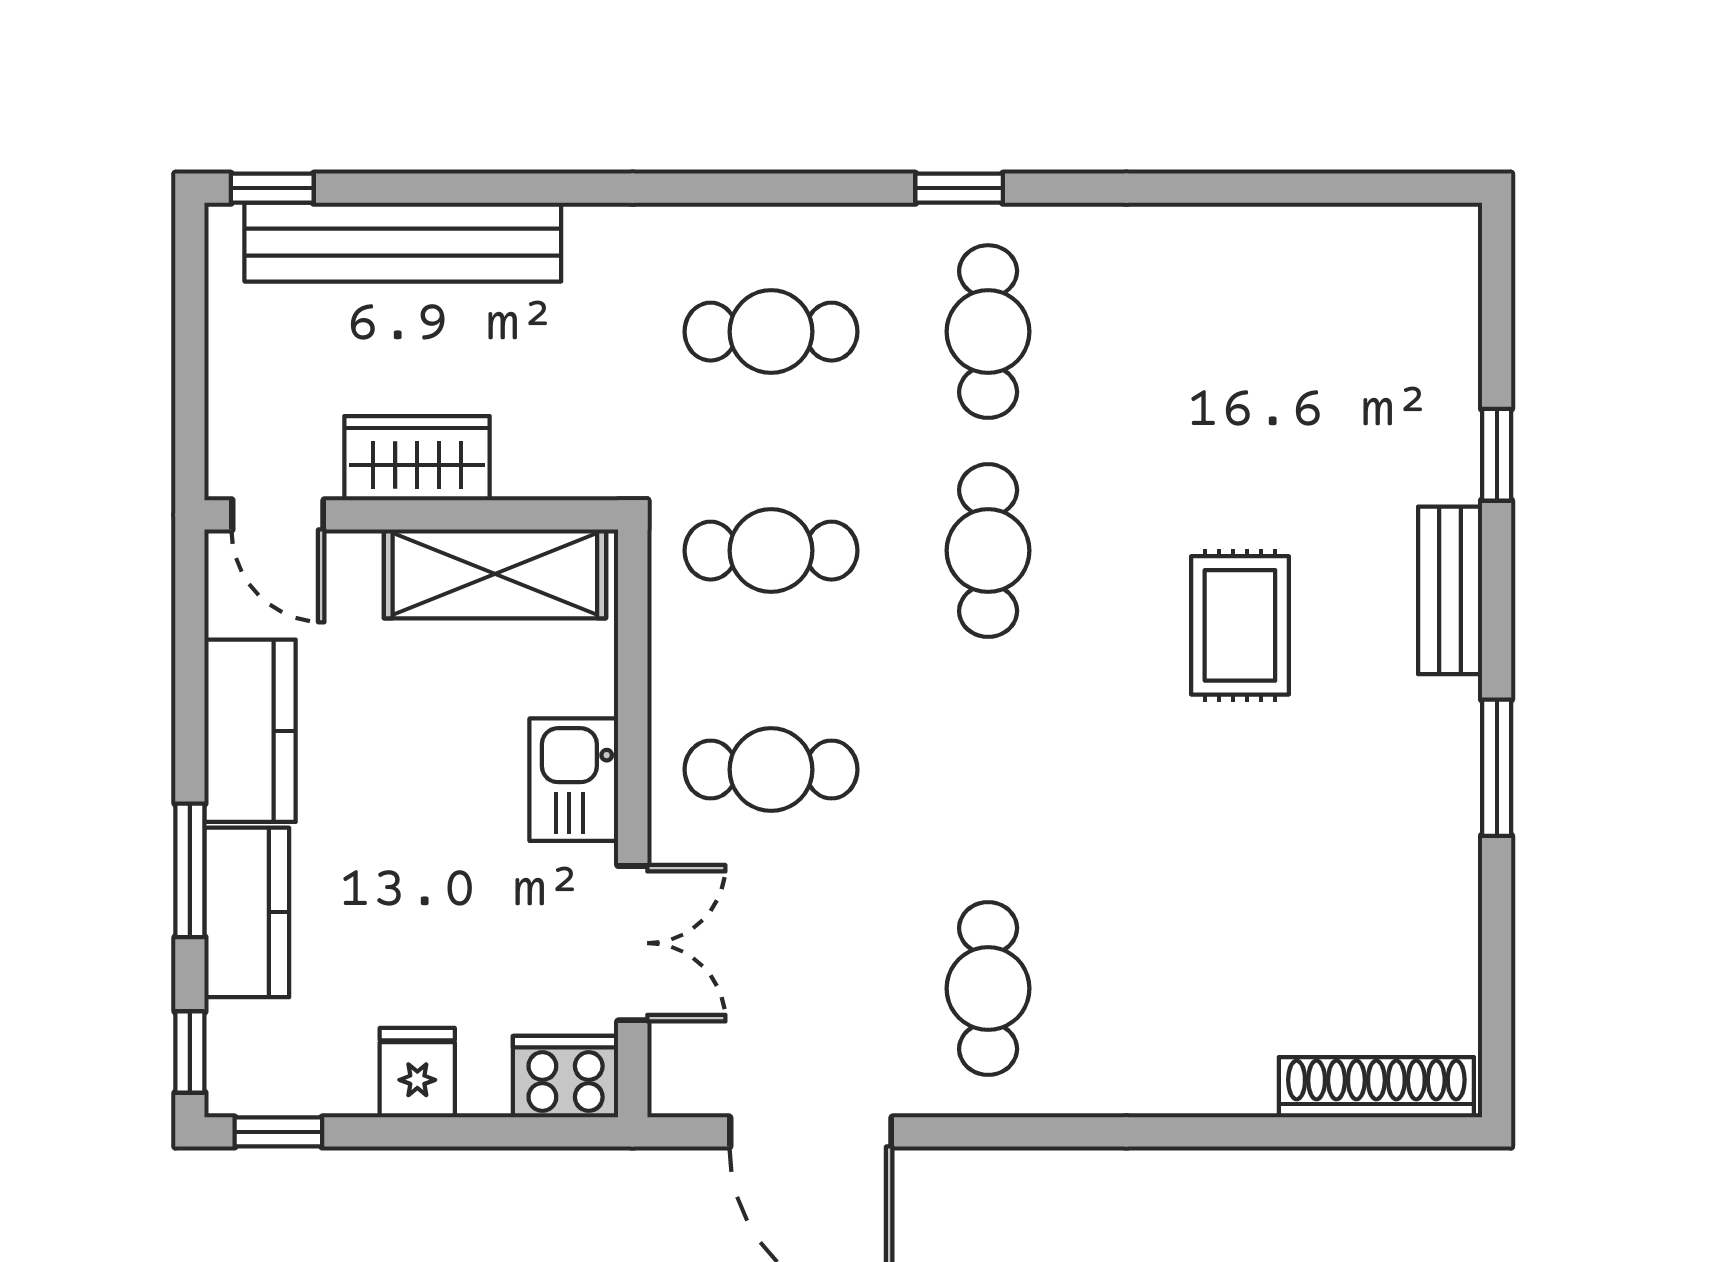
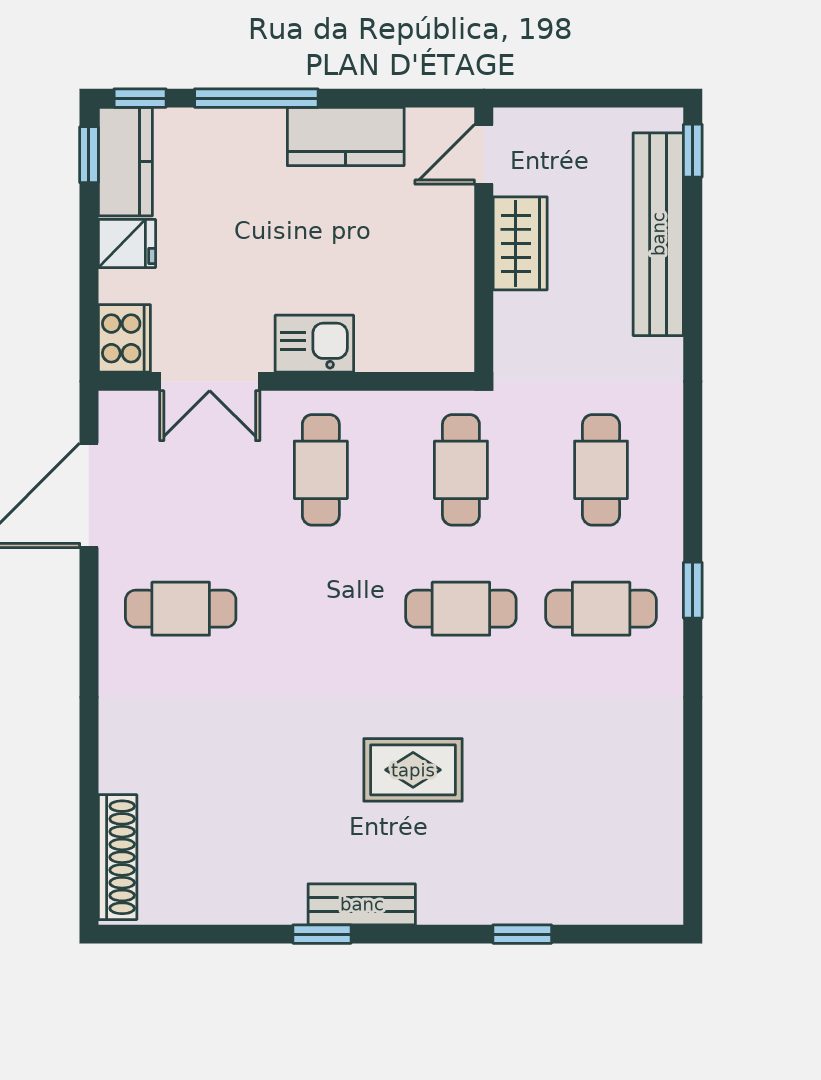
shelving: (495, 574) -> (446, 293), removed
bench: (1450, 590) -> (362, 904), moved
window: (1497, 768) -> (322, 934), width x0.67
window: (190, 870) -> (256, 98), width x1.44
kitchen counter: (247, 912) -> (125, 162), moved, turned -90

